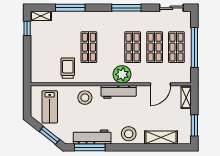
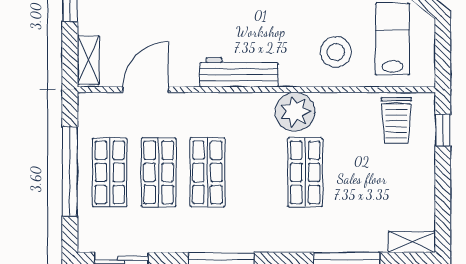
window: (27, 28) -> (443, 130), moved
trolley: (68, 68) -> (396, 120), moved
plant: (122, 74) -> (295, 112), moved
stool: (85, 98) -> (336, 52), moved

